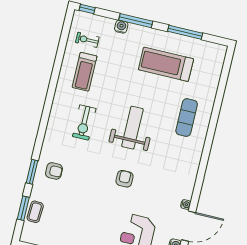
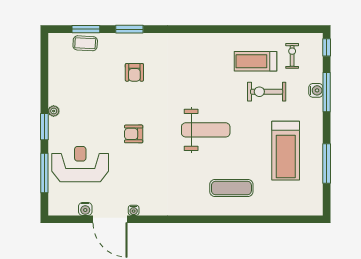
window: (136, 21) -> (327, 92), moved
treadmill: (166, 64) -> (286, 151), turned 180
exercise bike: (84, 123) -> (267, 92), moved
armchair: (54, 171) -> (134, 72), moved
armchair: (125, 179) -> (134, 134), moved, turned 180

